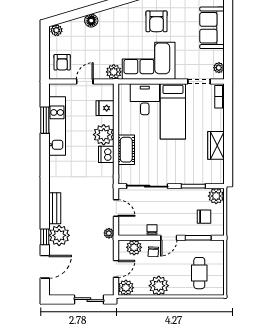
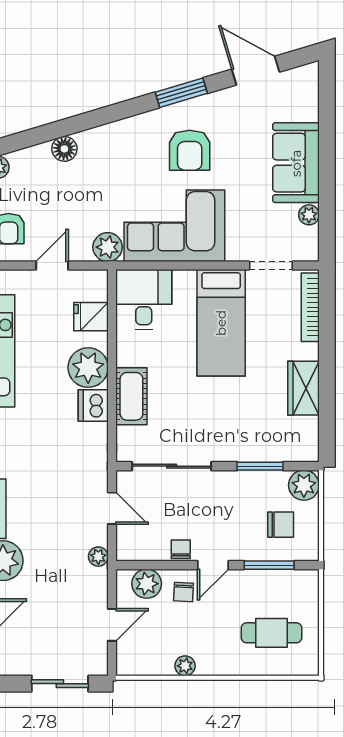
plant: (219, 68) -> (309, 215), moved
bookcase: (219, 97) -> (310, 307), width x1.56
desk: (145, 99) -> (144, 300), moved
cafe table: (199, 273) -> (272, 633), turned 90
plant: (159, 286) -> (185, 666), width x0.53, depth x0.53
plant: (126, 288) -> (131, 661), removed

